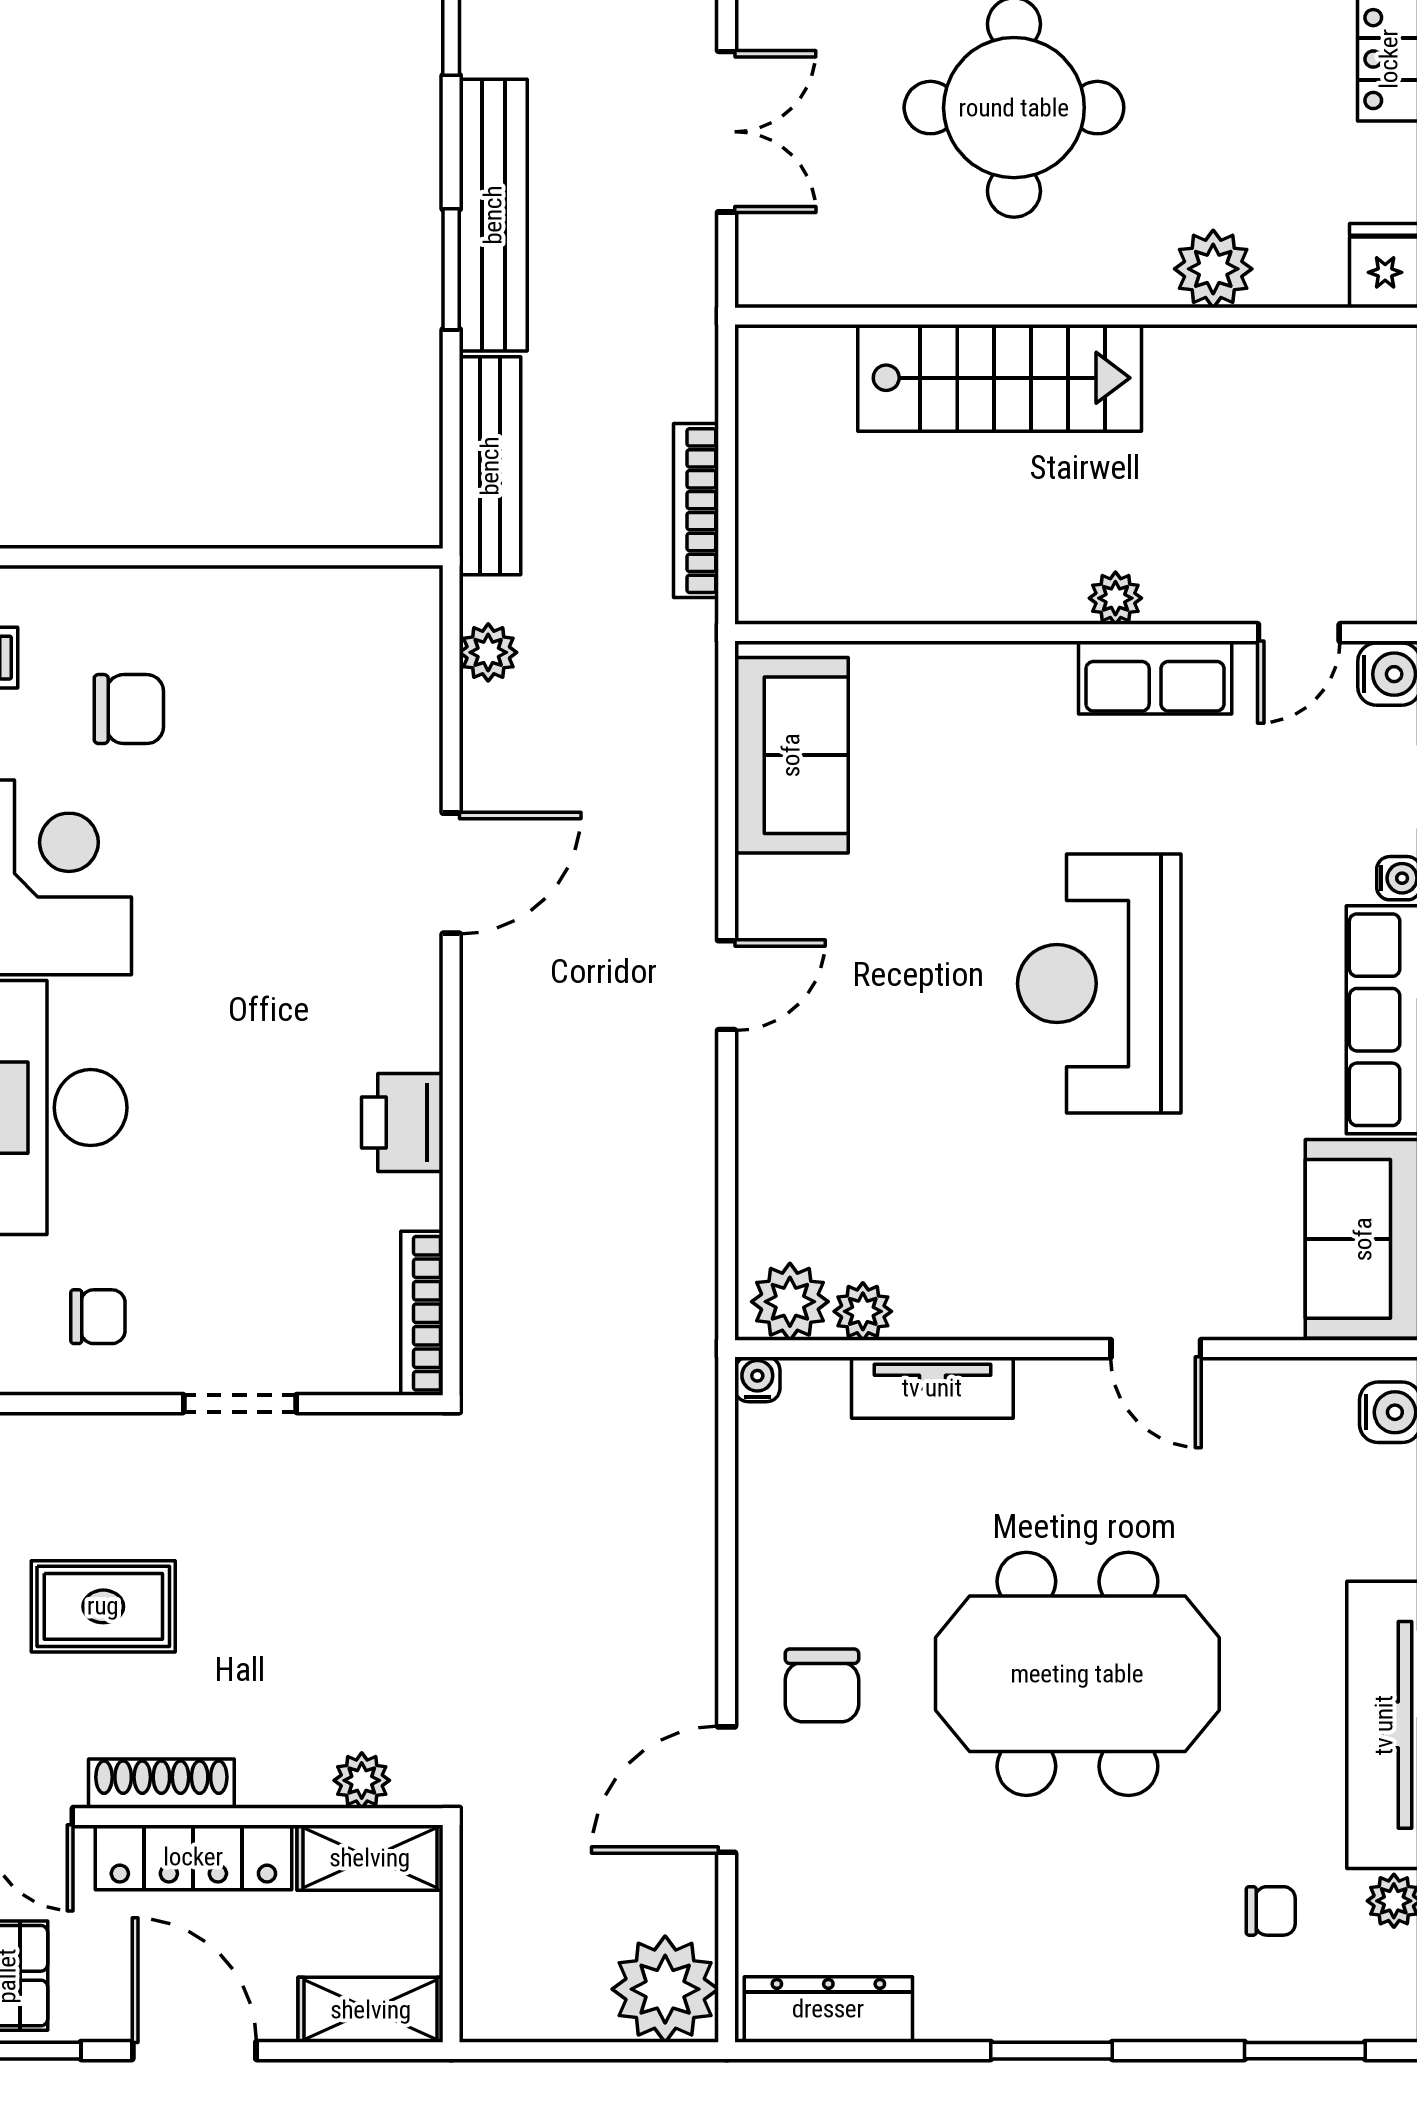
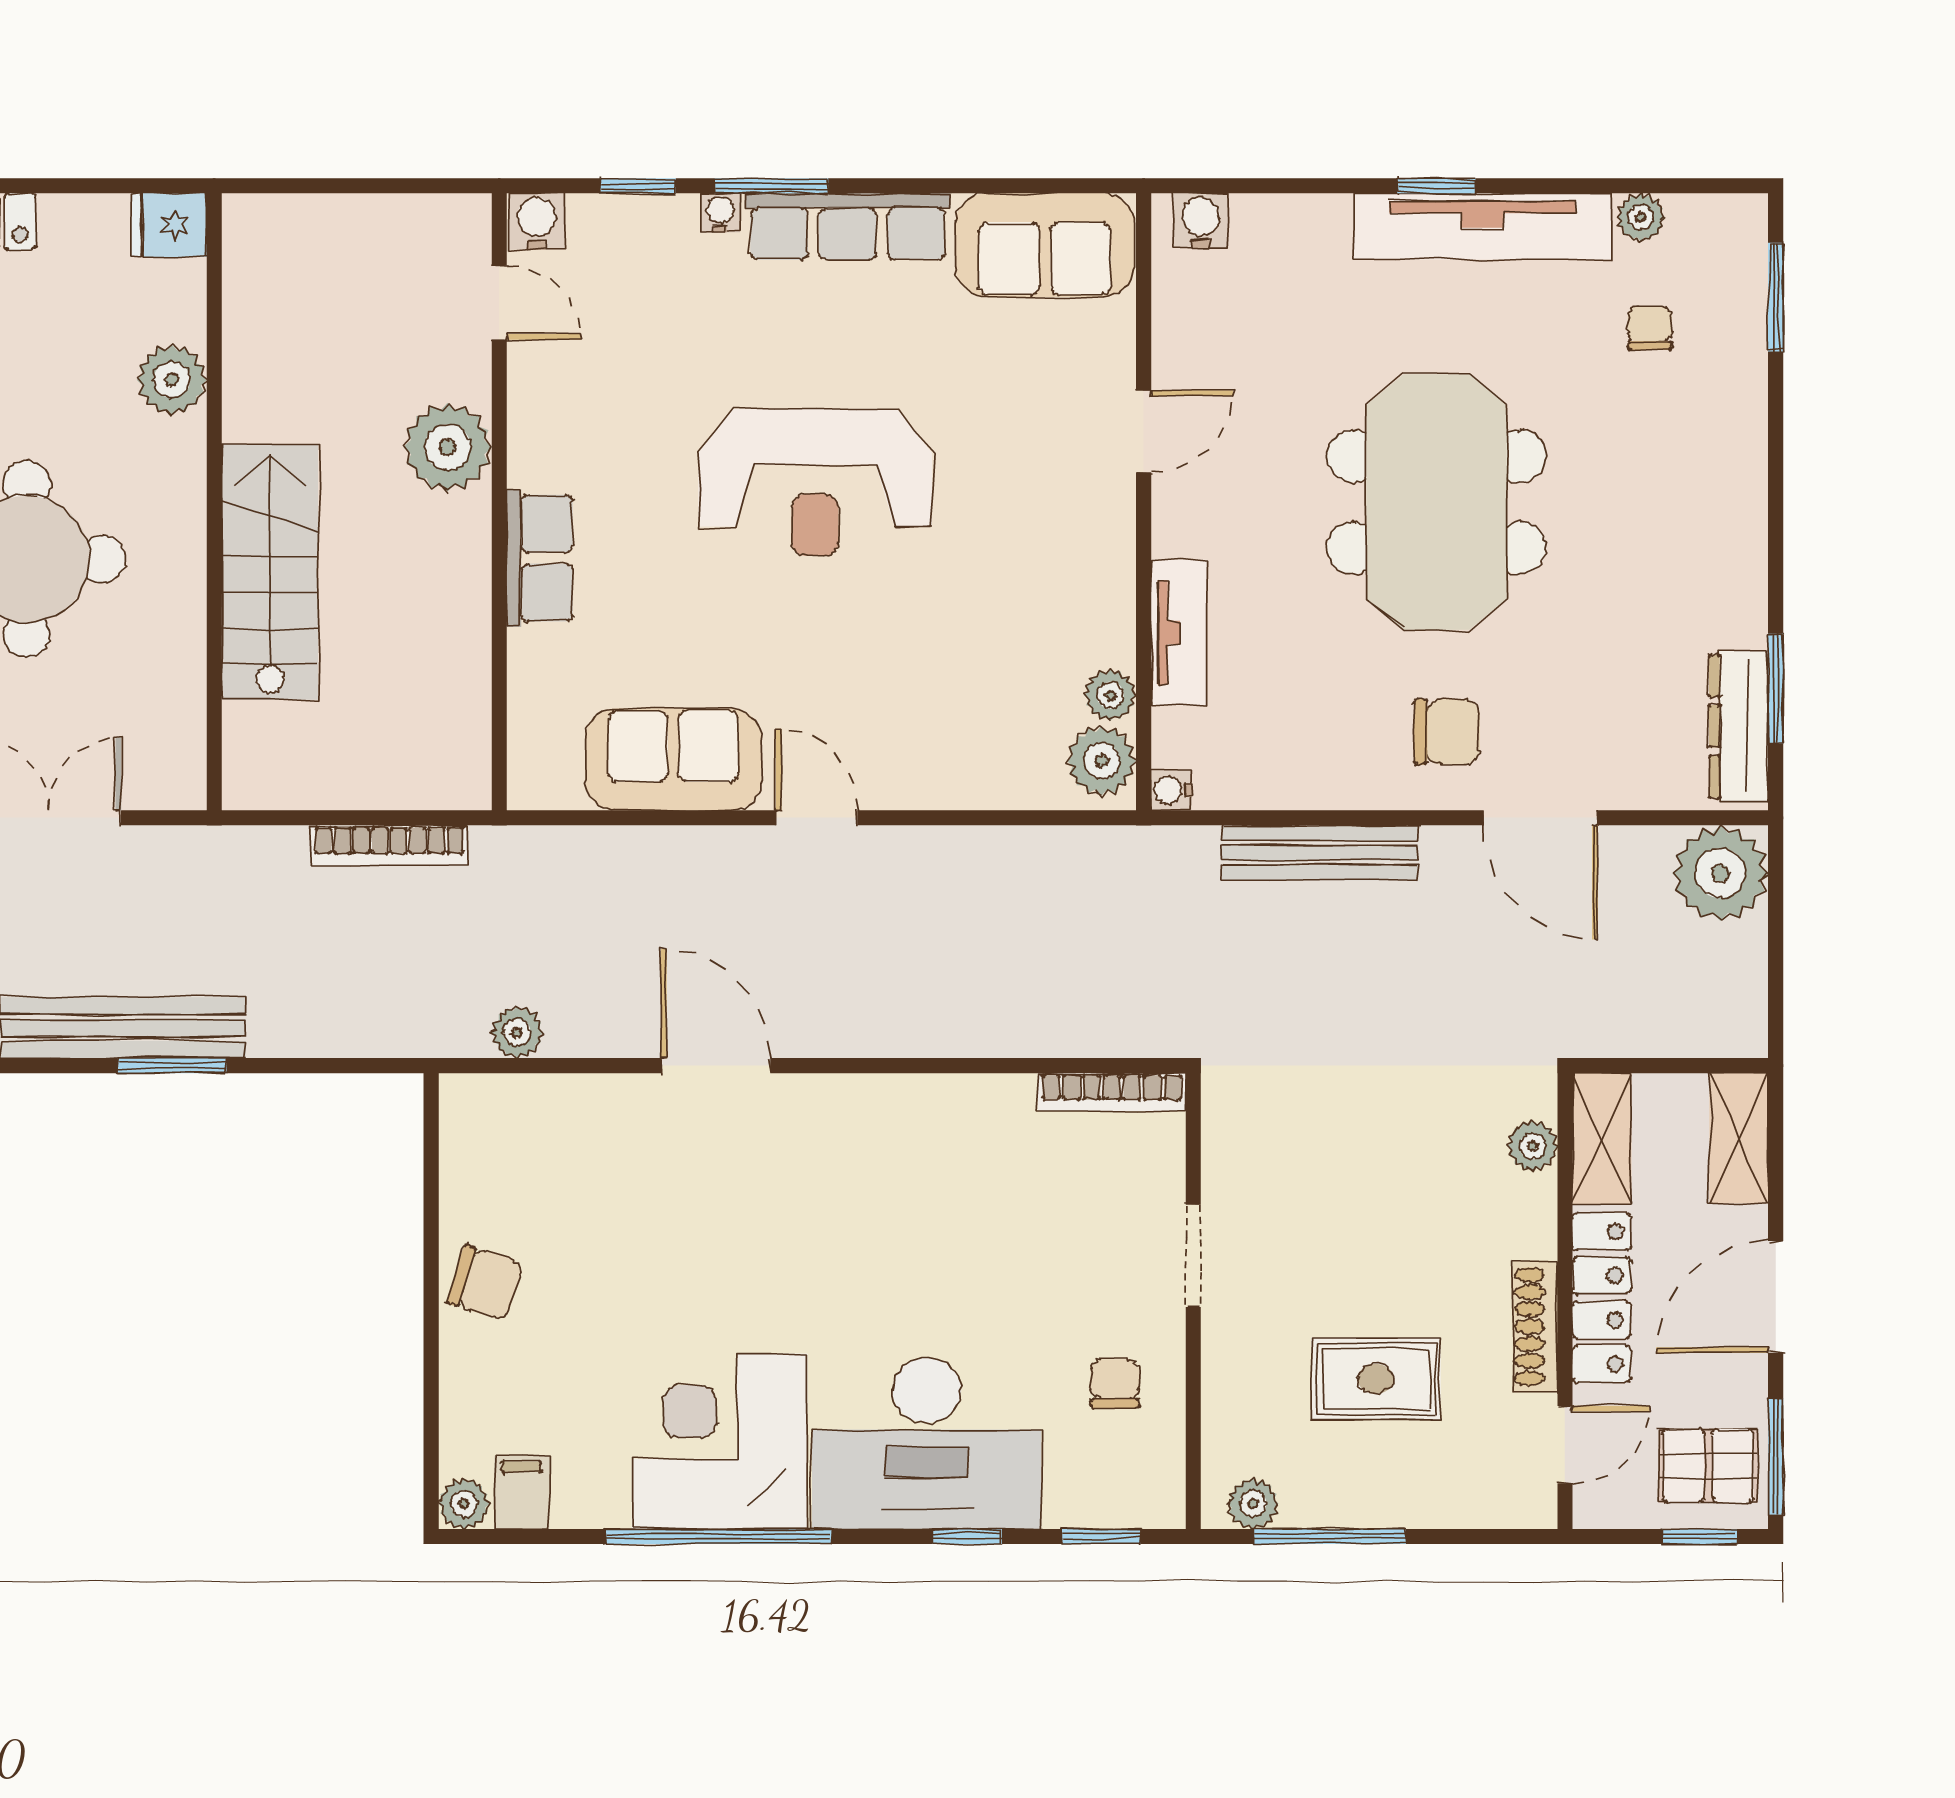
bench: (490, 466) -> (1320, 853), moved
plant: (1115, 598) -> (448, 447), width x1.87, depth x1.87
row of seats: (1155, 677) -> (540, 558), moved
chair: (129, 709) -> (485, 1283), moved, turned 107
sofa: (791, 755) -> (673, 759), moved
printer: (402, 1123) -> (940, 1110), removed
rug: (103, 1606) -> (1376, 1379), turned 90
window: (1052, 2051) -> (1776, 689), moved

